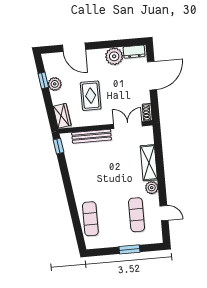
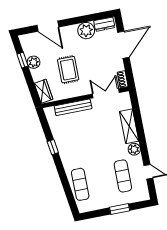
window: (59, 146) -> (53, 147), moved

